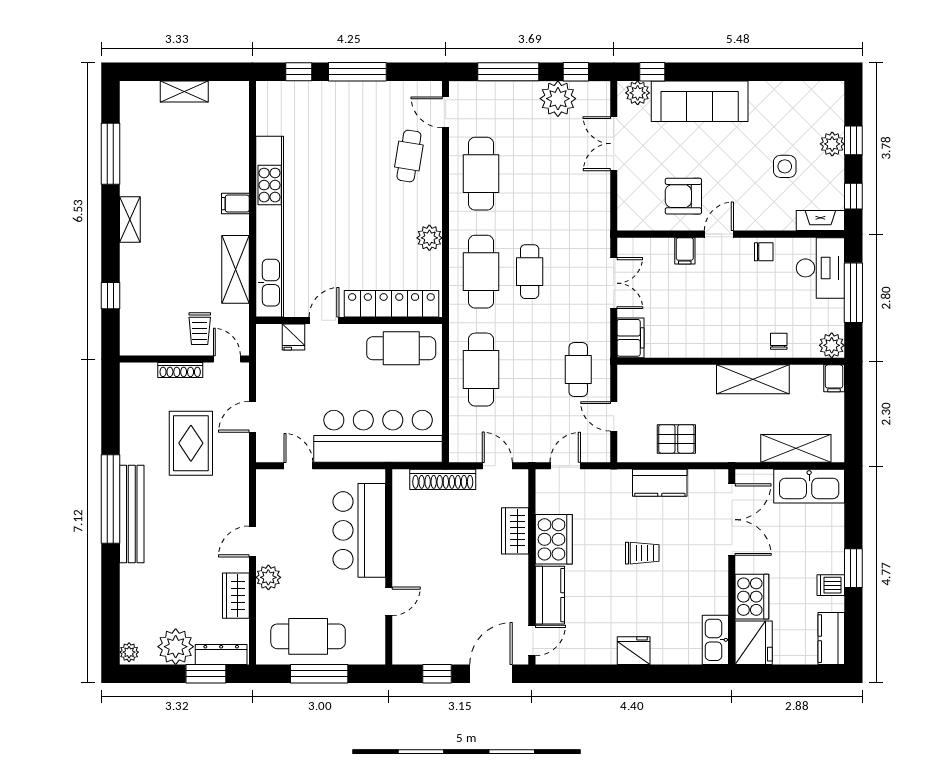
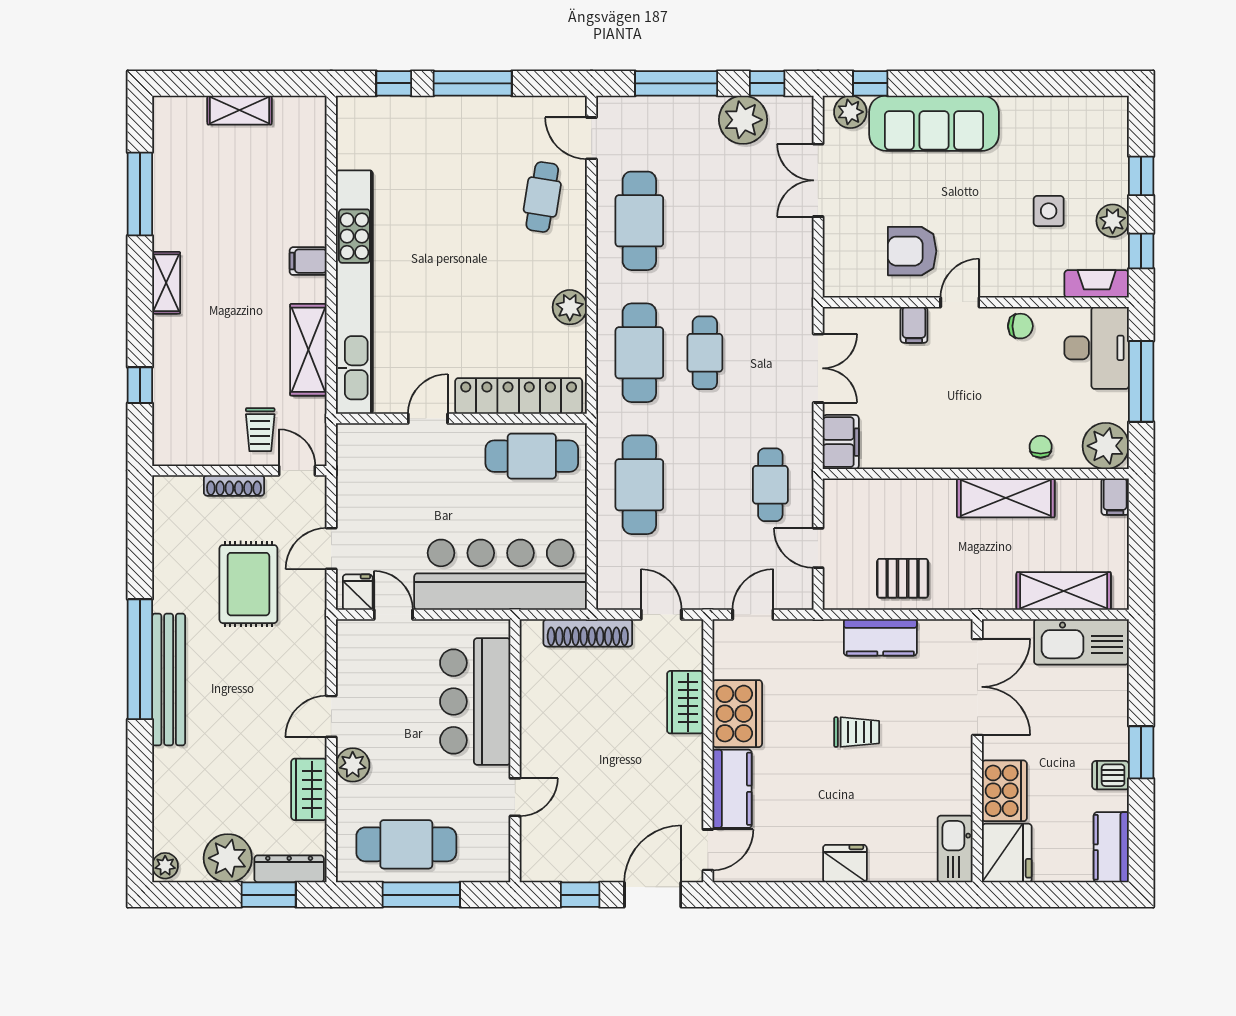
plant: (832, 144) -> (1113, 221), moved
fridge: (293, 337) -> (358, 592), moved, turned 180
plant: (832, 345) -> (1106, 446), width x1.36, depth x1.36

